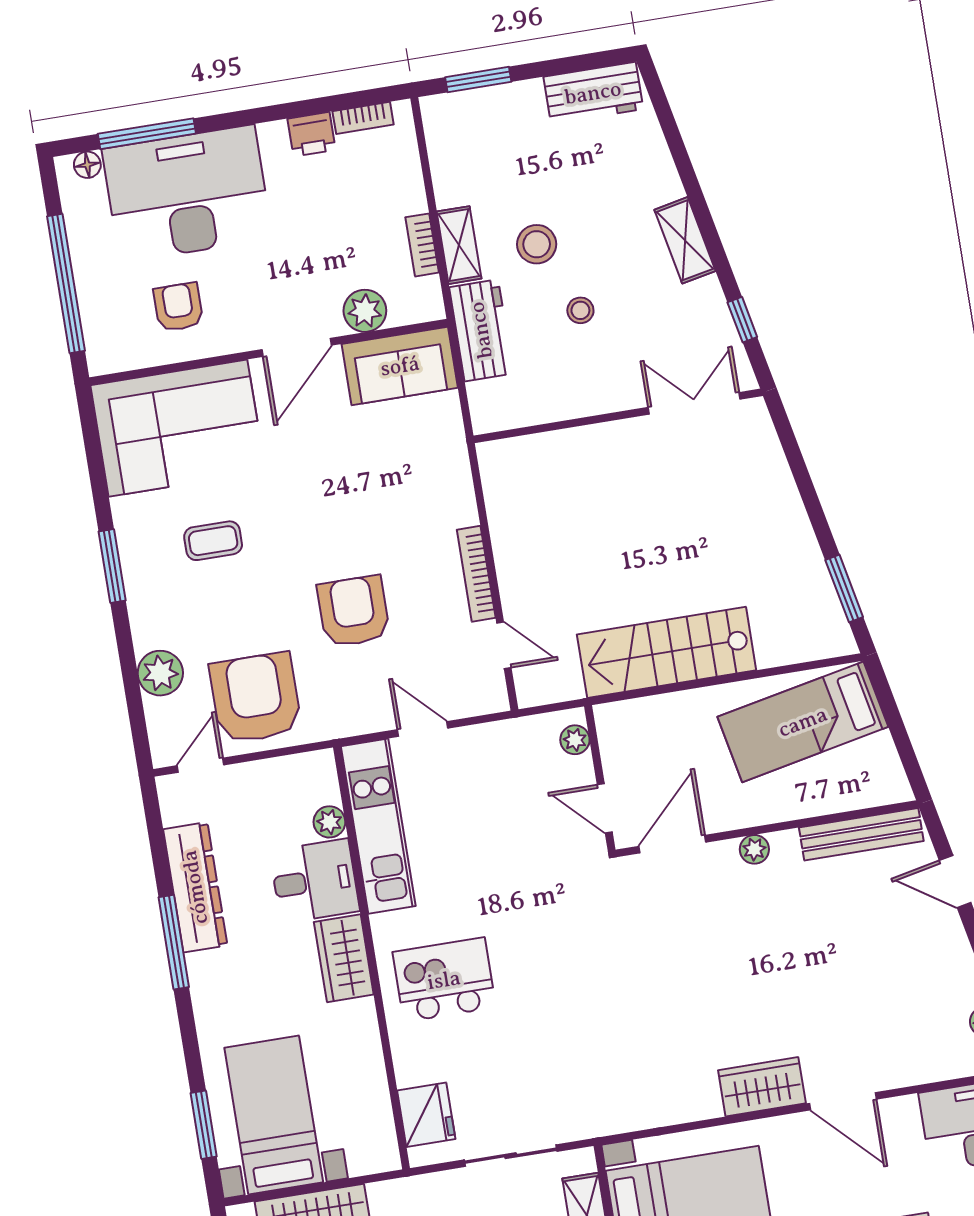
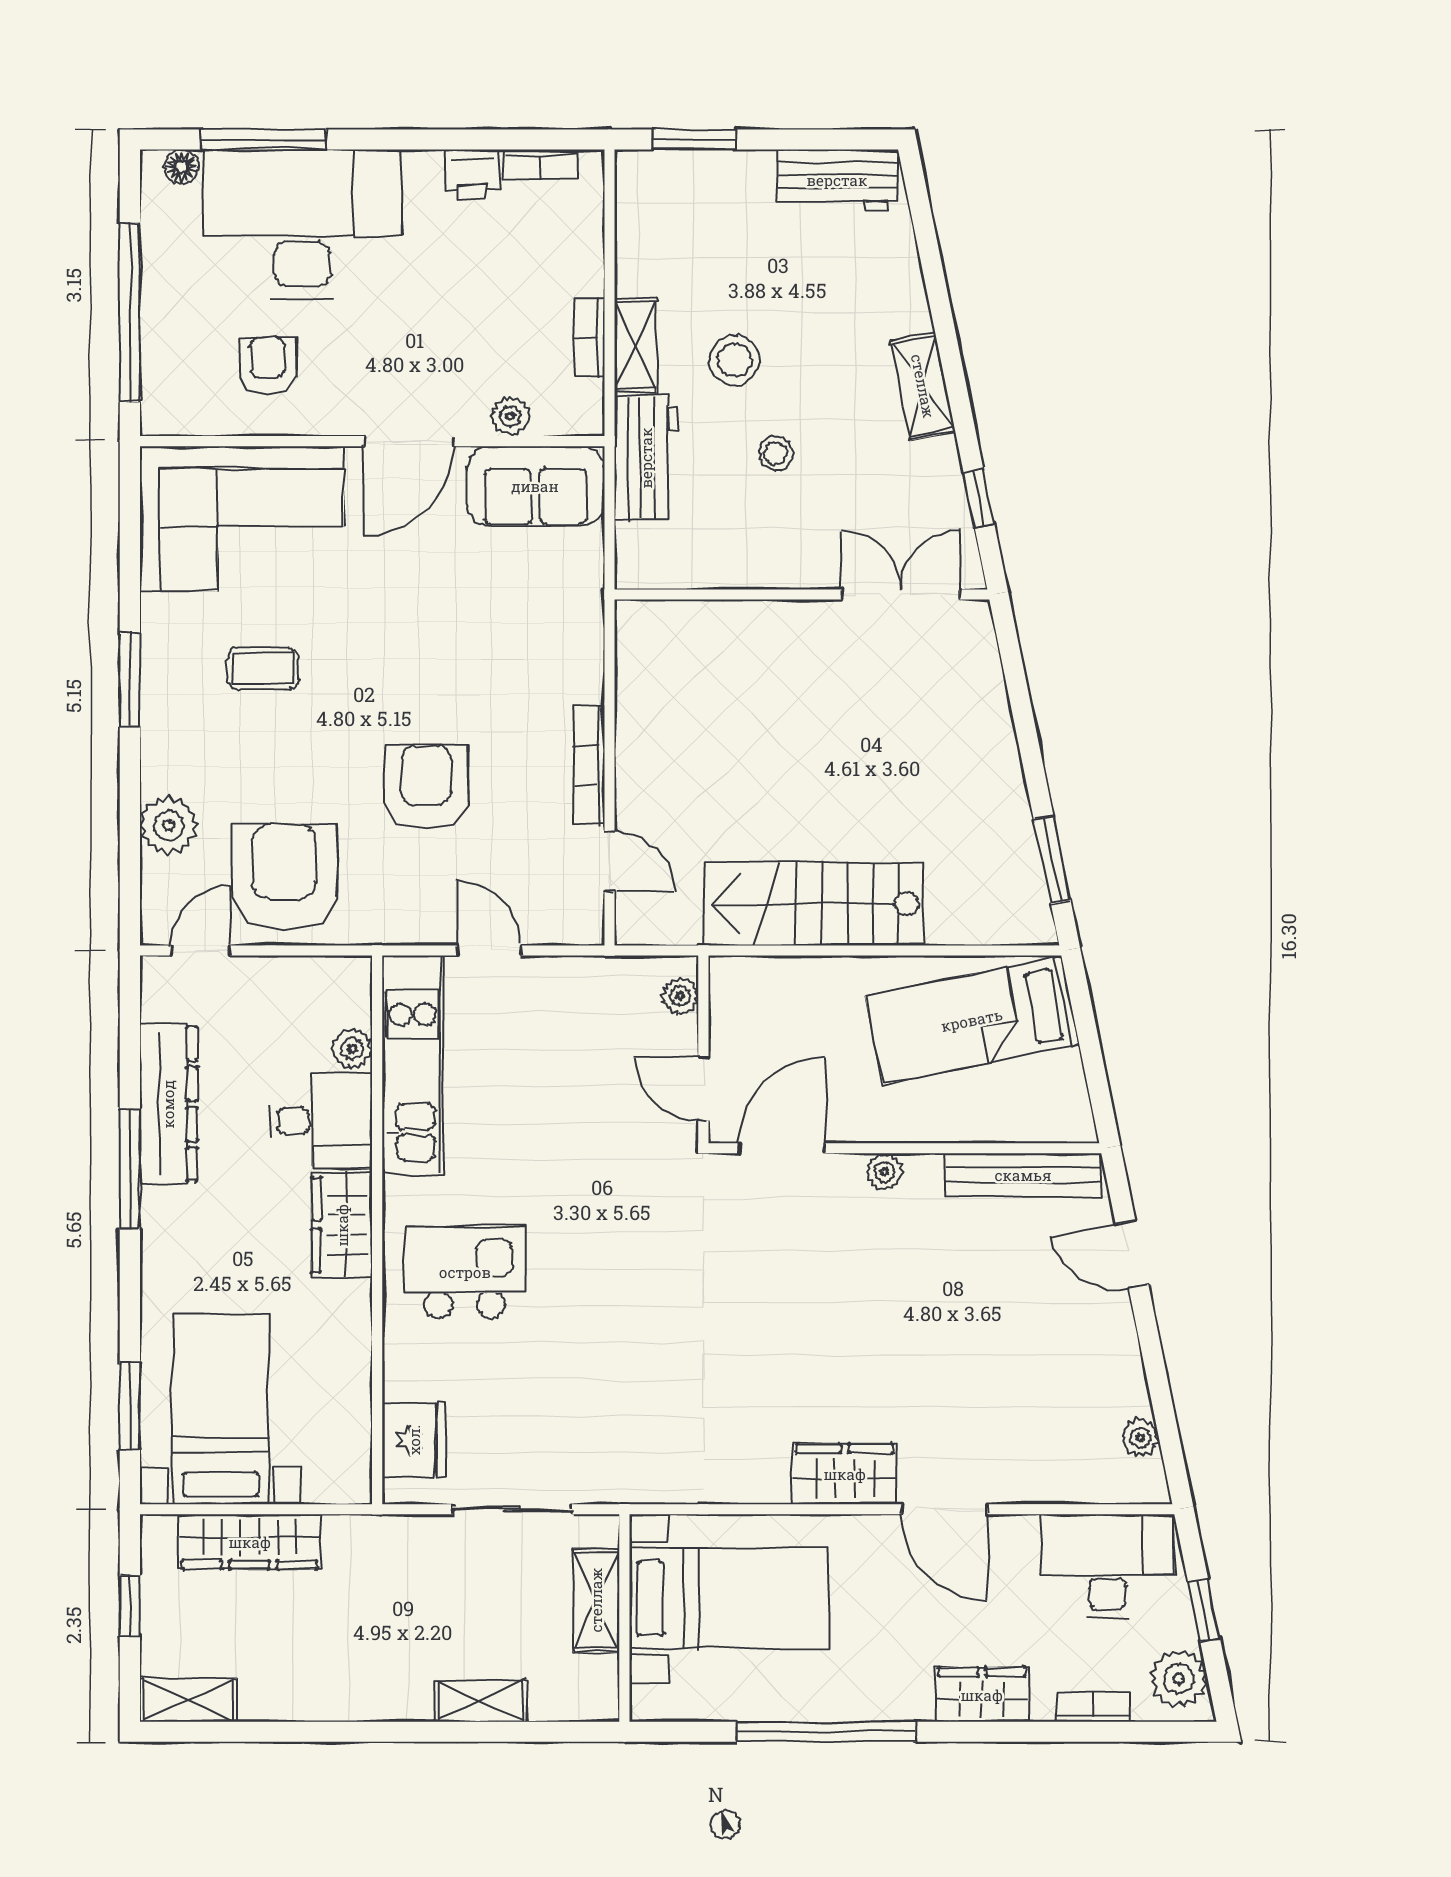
plant: (365, 311) -> (510, 416), width x0.73, depth x0.73

